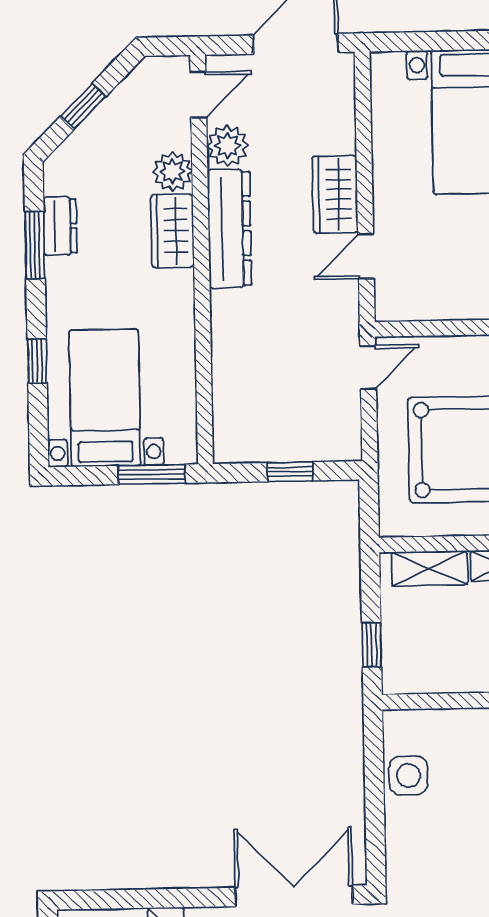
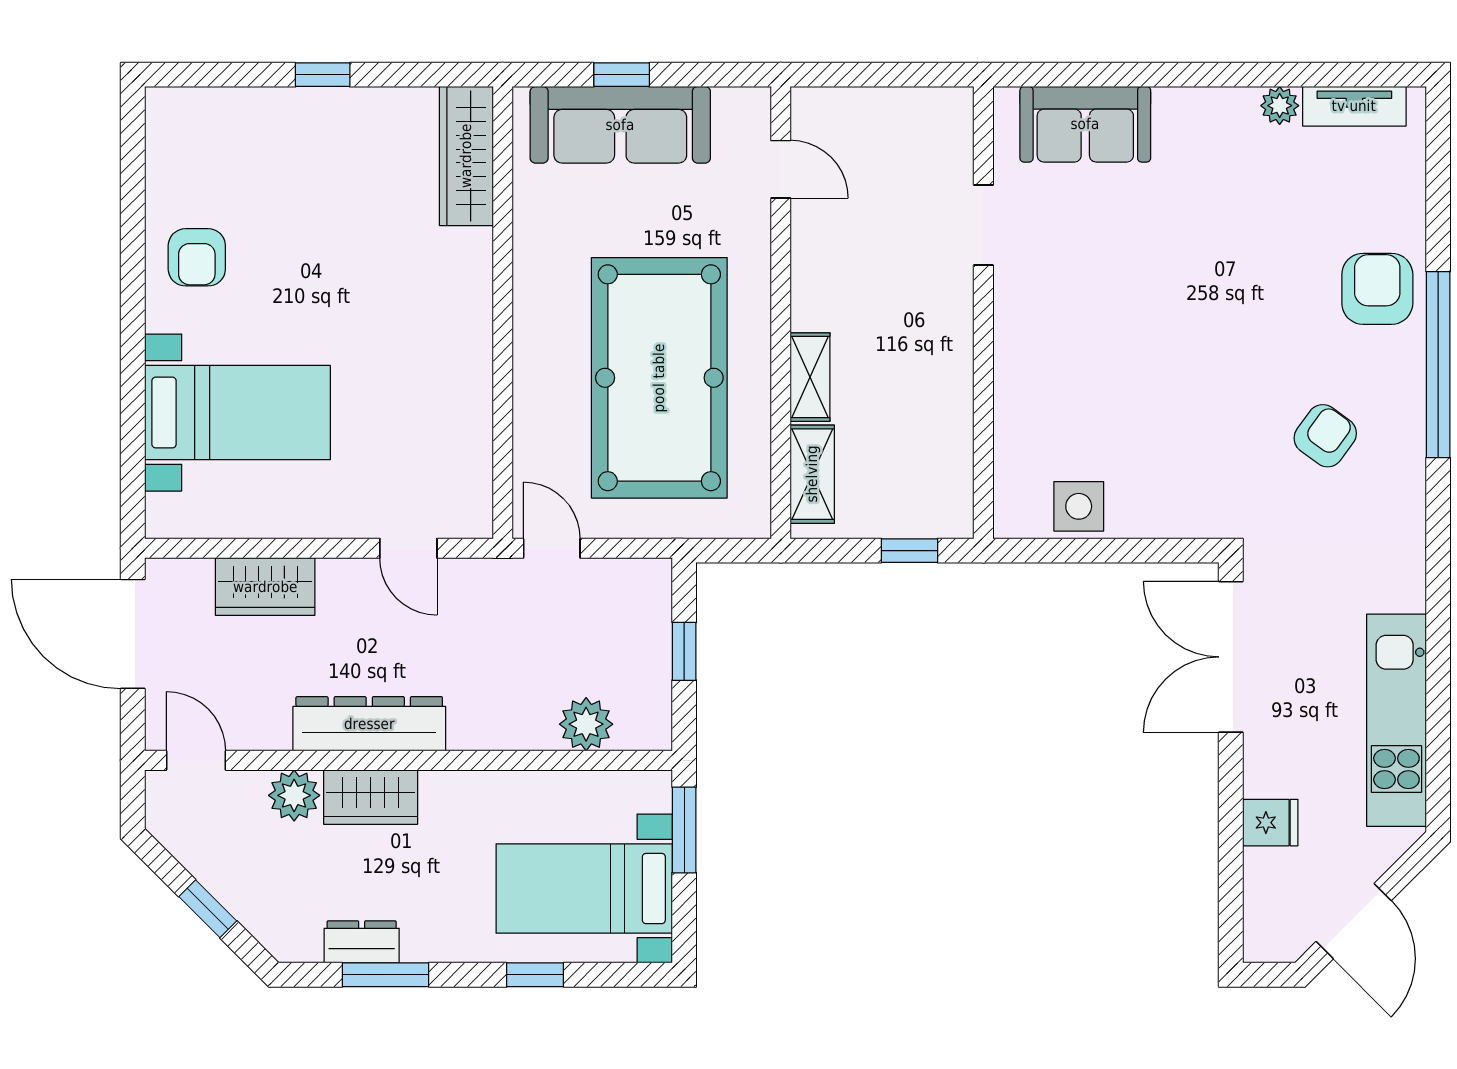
plant: (227, 146) -> (586, 724), moved
wardrobe: (335, 194) -> (265, 587), moved

